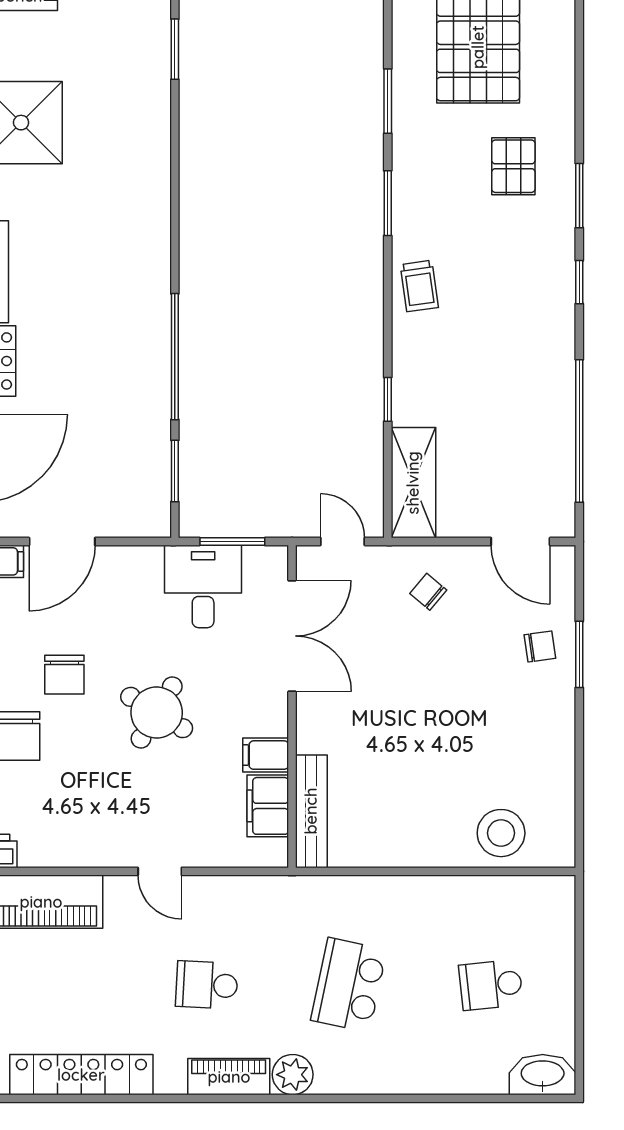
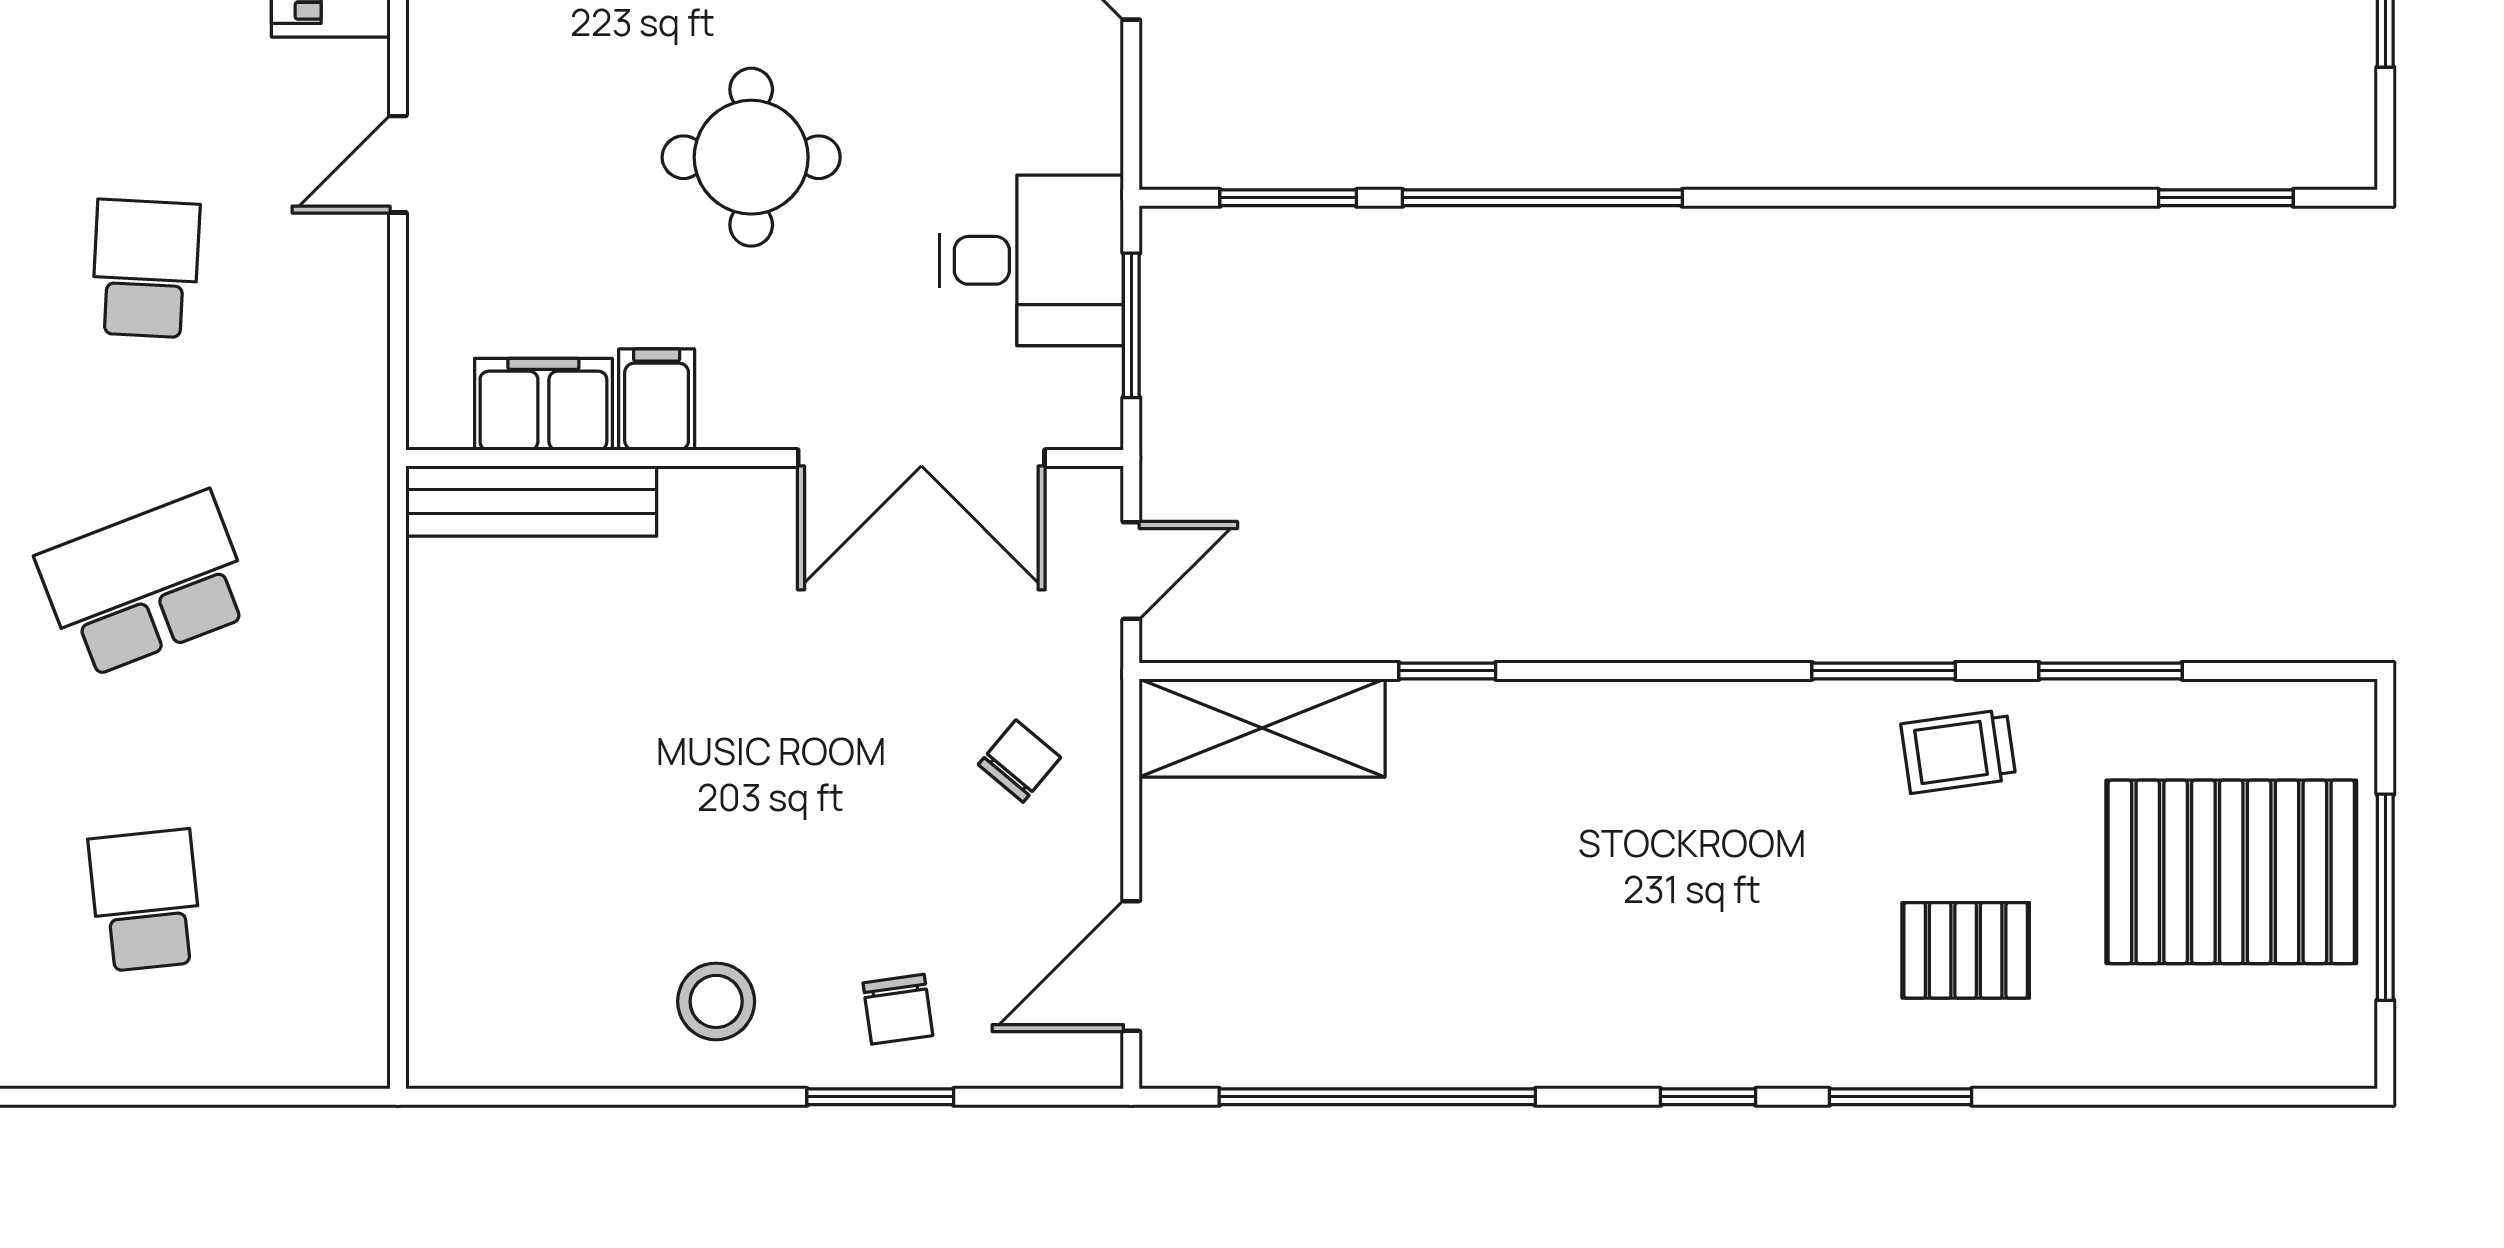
trolley: (419, 286) -> (1958, 751), moved
round table: (157, 713) -> (751, 157), turned -31
stool: (501, 833) -> (716, 1001), moved, width x0.73, depth x0.73
school desk: (349, 985) -> (146, 584), turned -33

